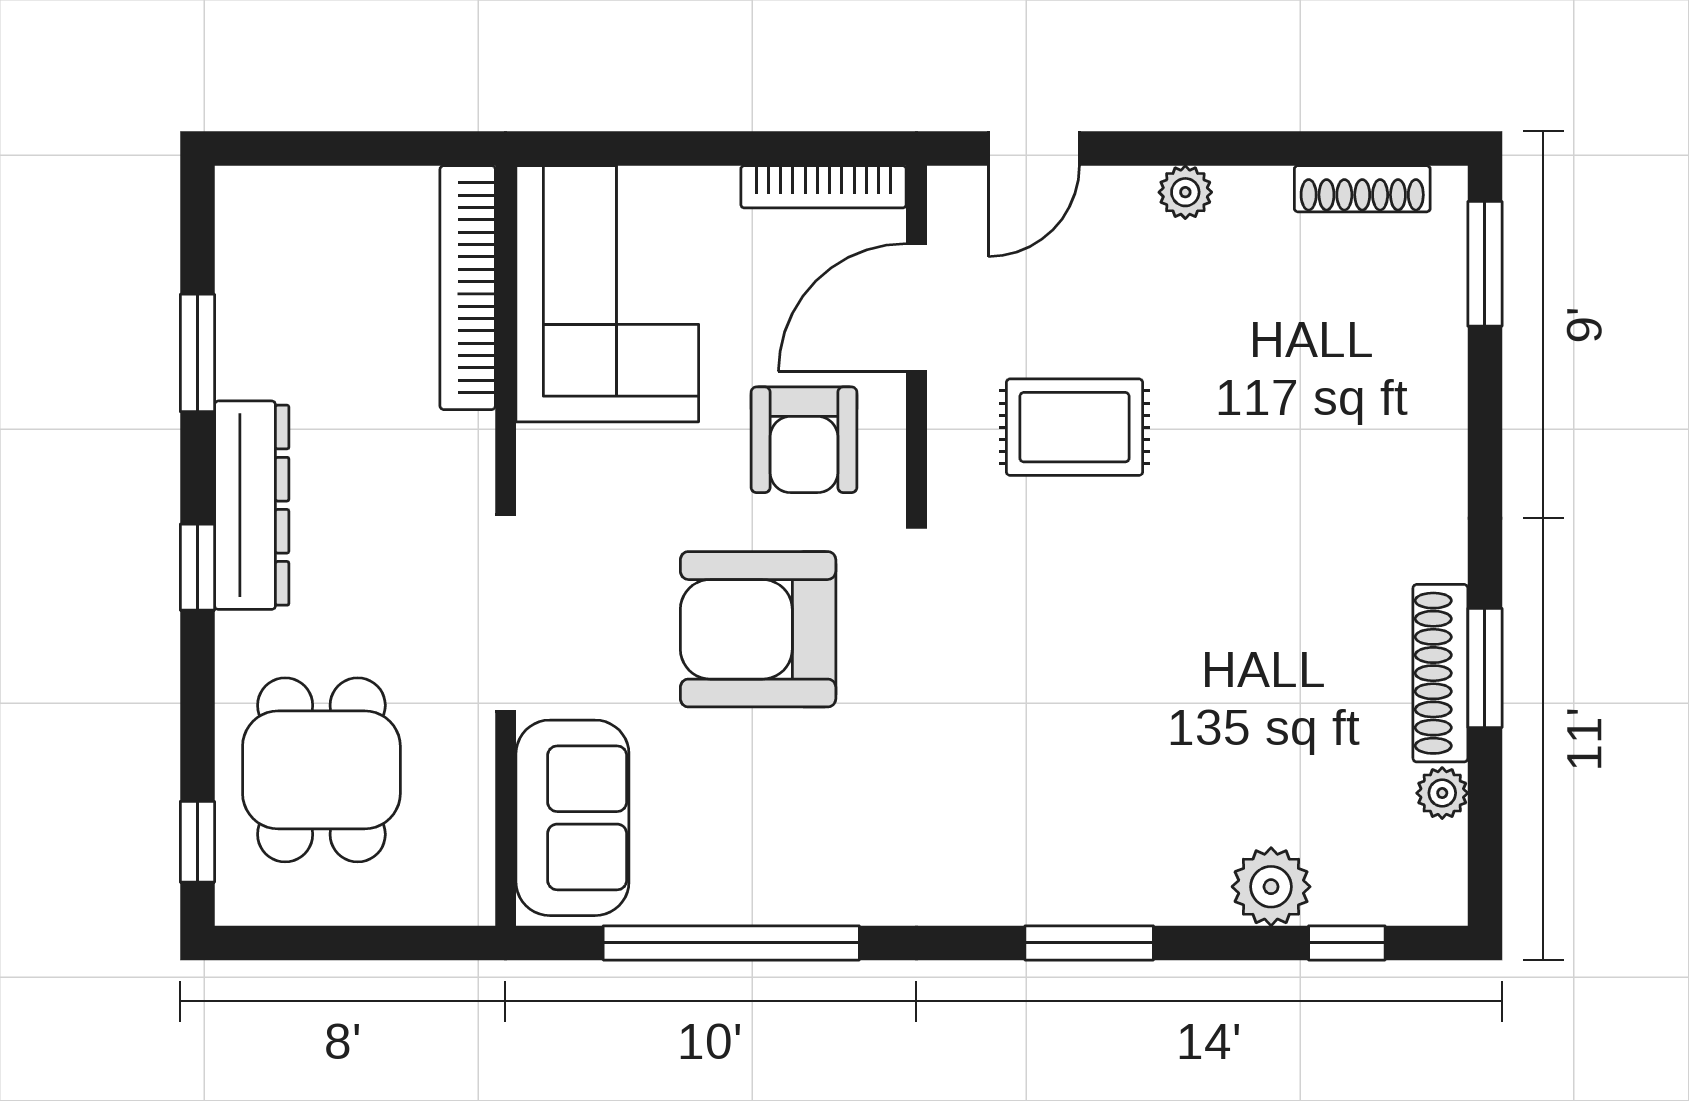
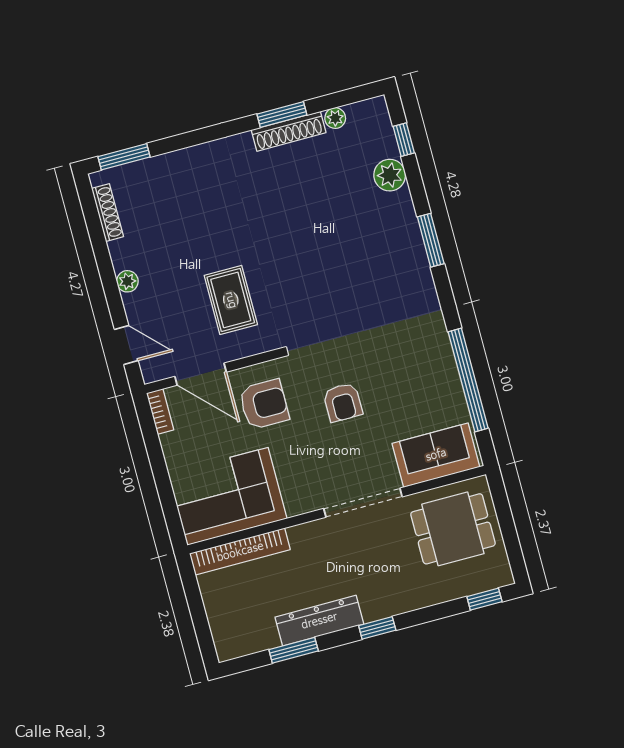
bookcase: (824, 187) -> (160, 412), width x0.64
dresser: (252, 505) -> (319, 621), moved
armchair: (758, 629) -> (343, 402), width x0.53, depth x0.53
dining table: (321, 770) -> (453, 529), moved

